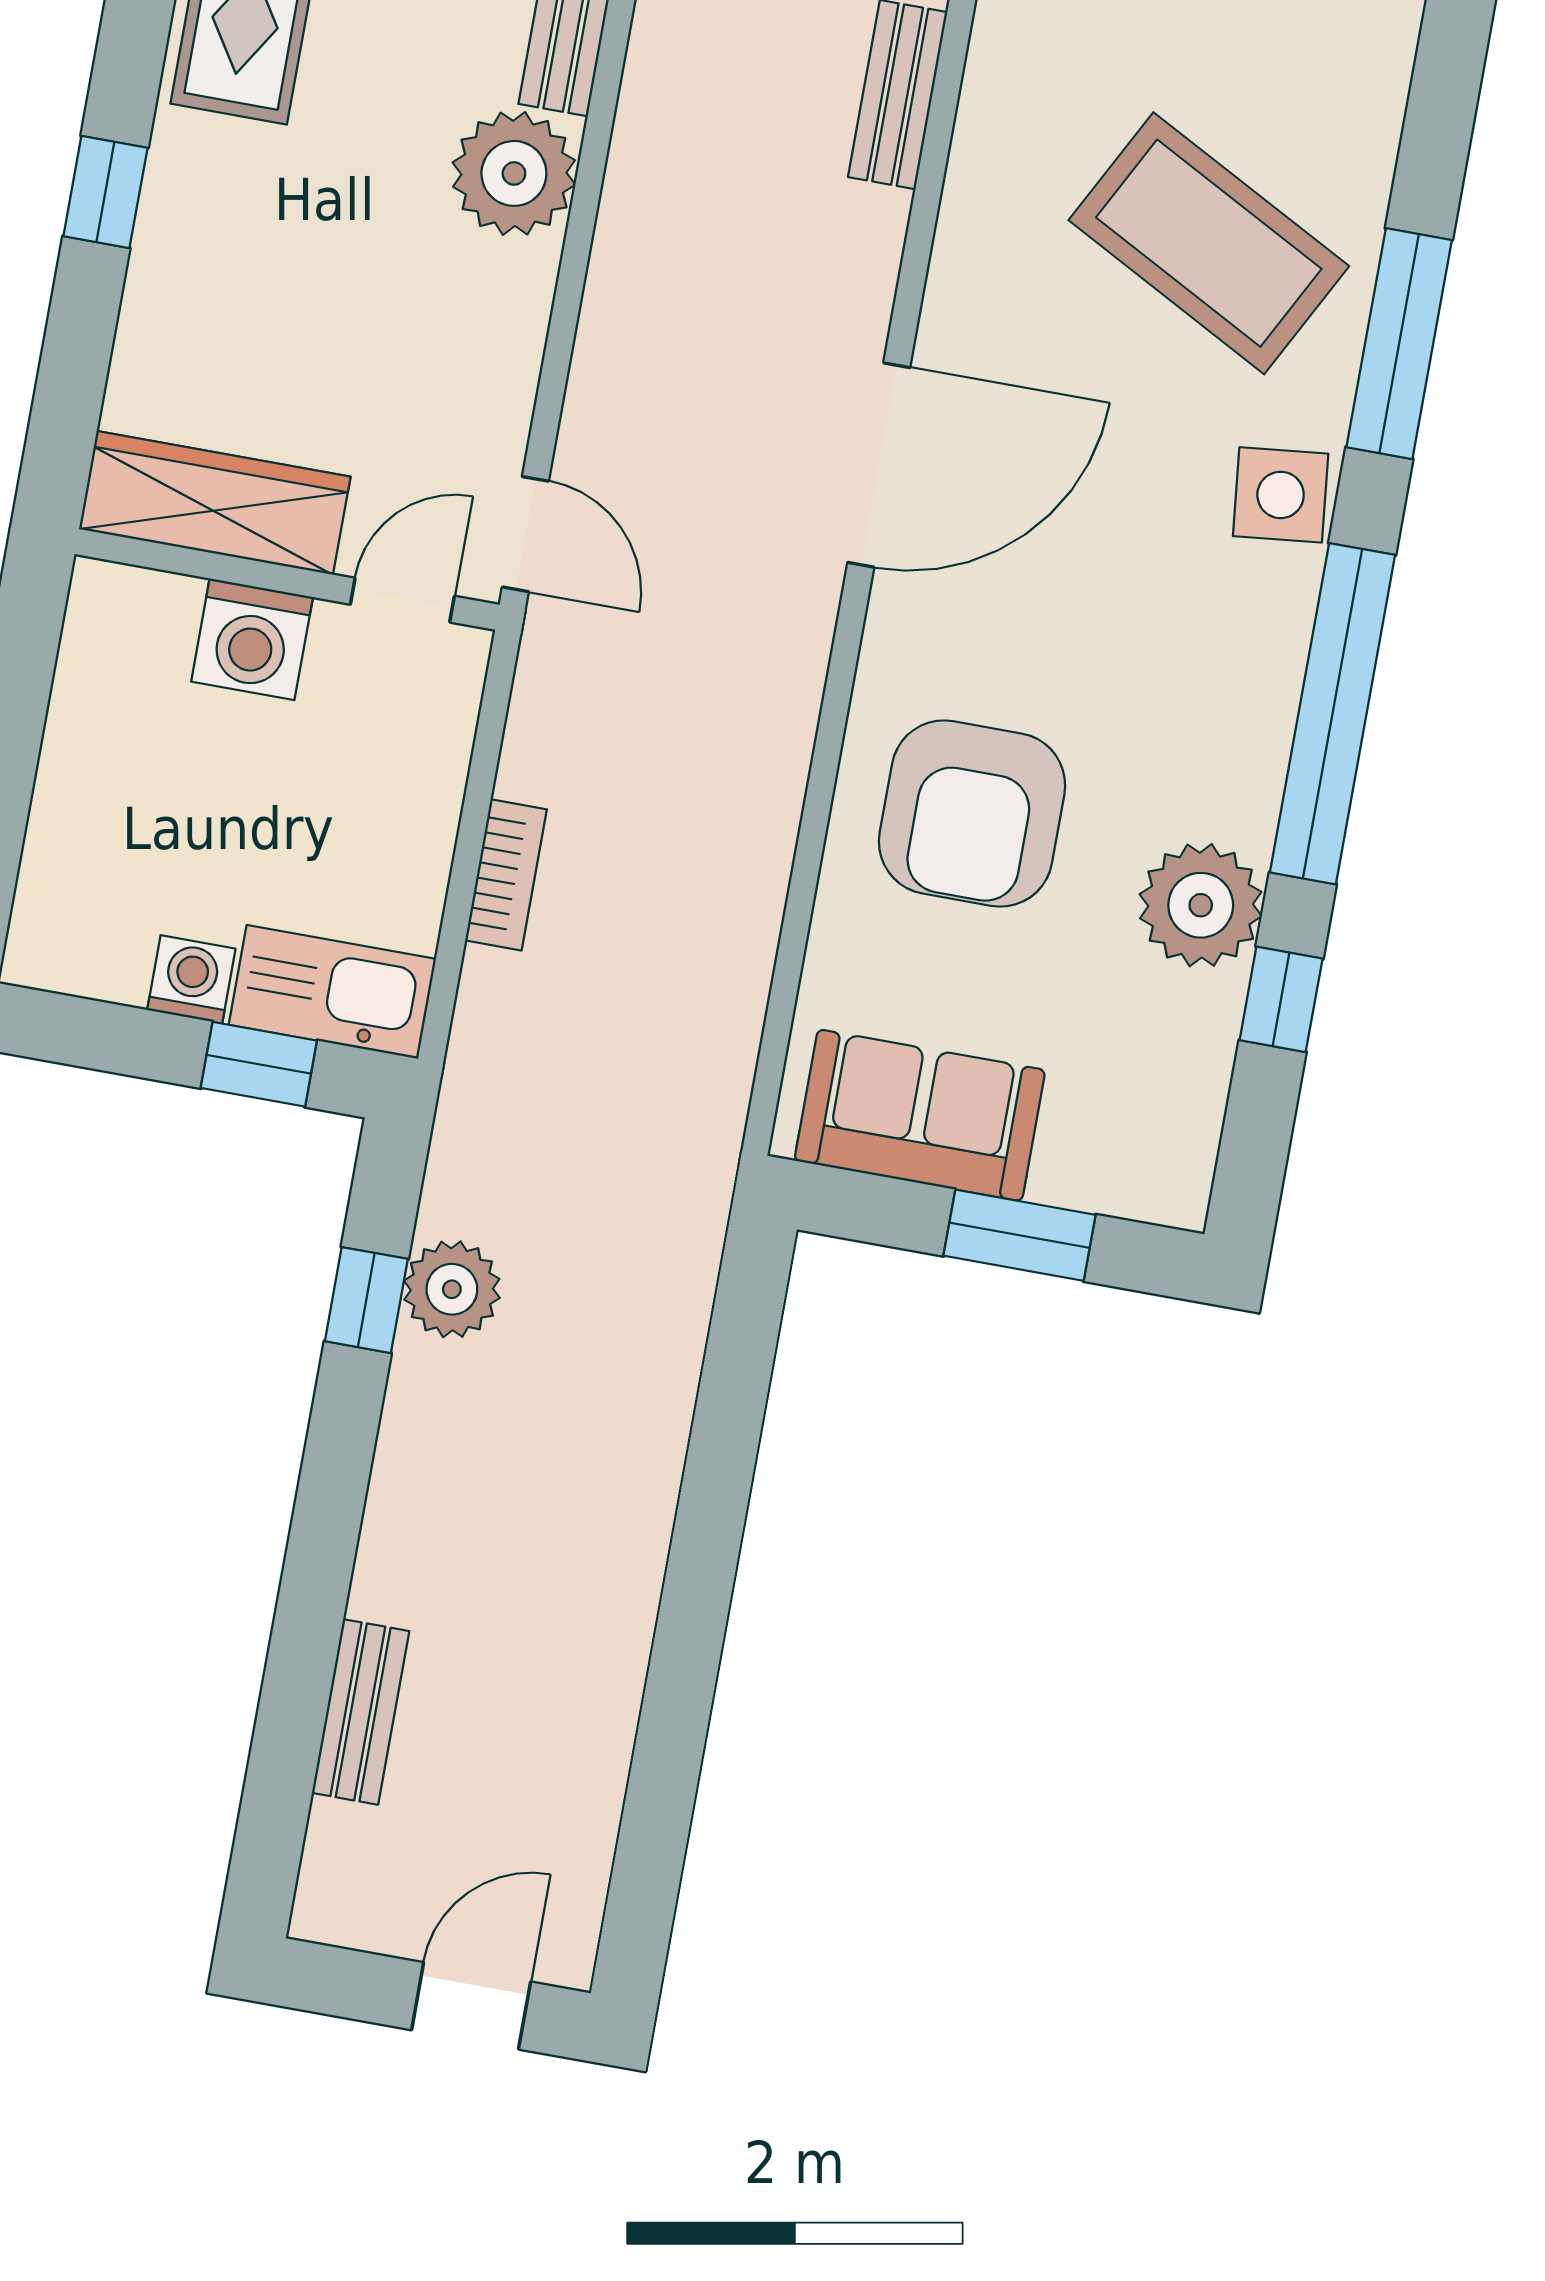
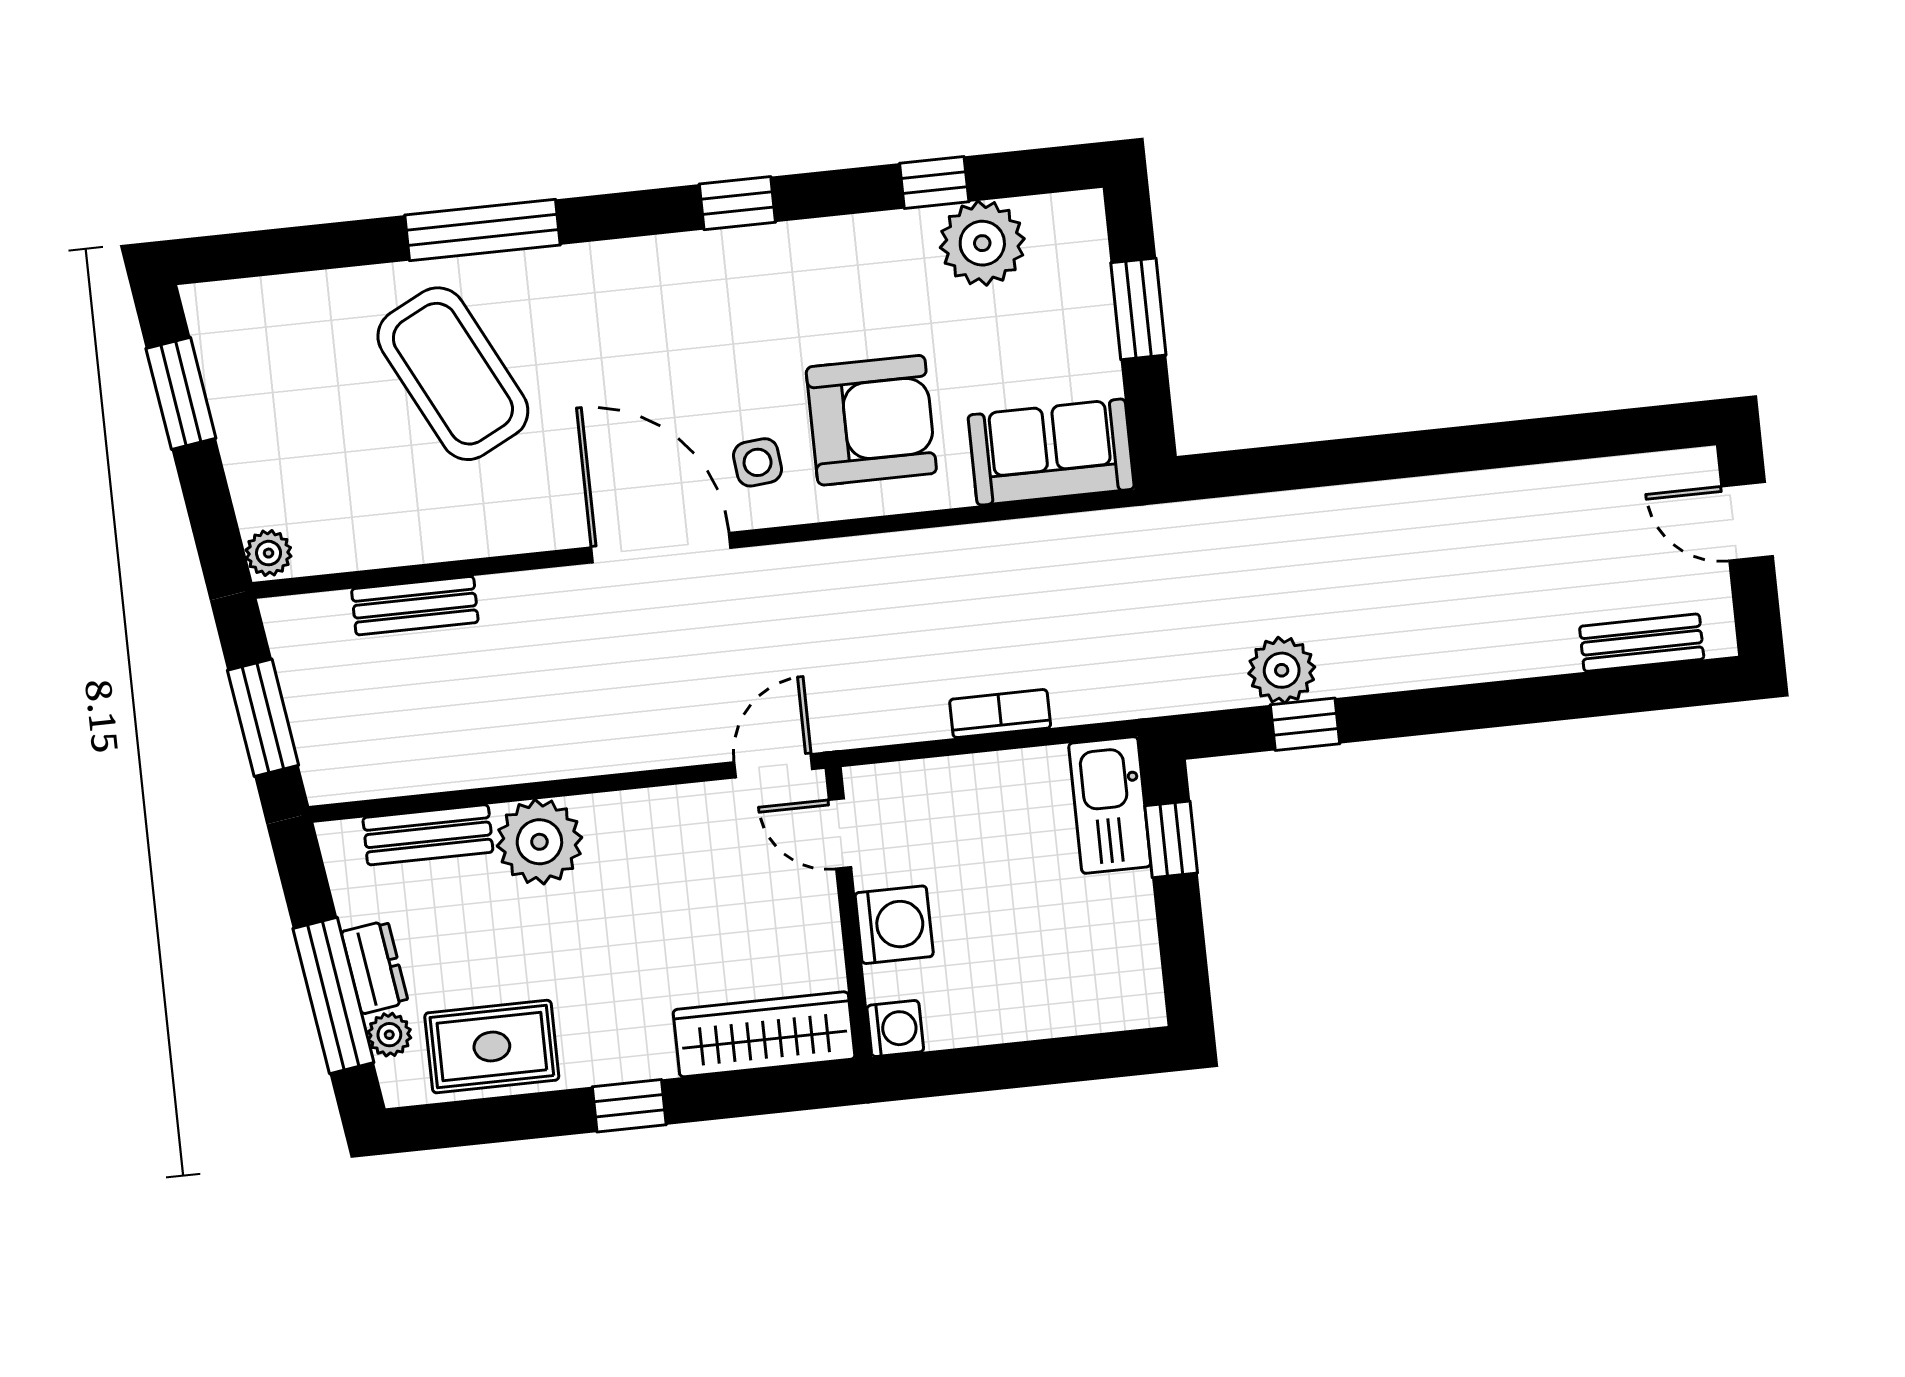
coffee table: (1209, 243) -> (453, 374), turned -55
side table: (1281, 495) -> (758, 462), moved, width x0.73, depth x0.73
wardrobe: (215, 503) -> (764, 1034), moved, turned 90
window: (1332, 714) -> (737, 203), width x0.32
plant: (1201, 905) -> (982, 243), moved
washing machine: (191, 979) -> (895, 1029), moved, turned 180
sofa: (920, 1115) -> (1051, 452), moved, turned 90
bench: (361, 1712) -> (1642, 643), moved

